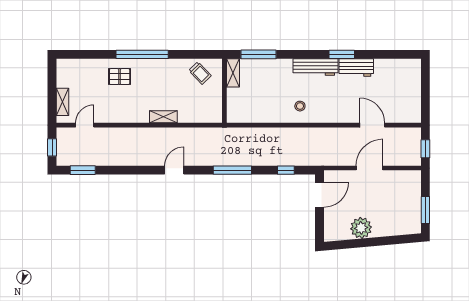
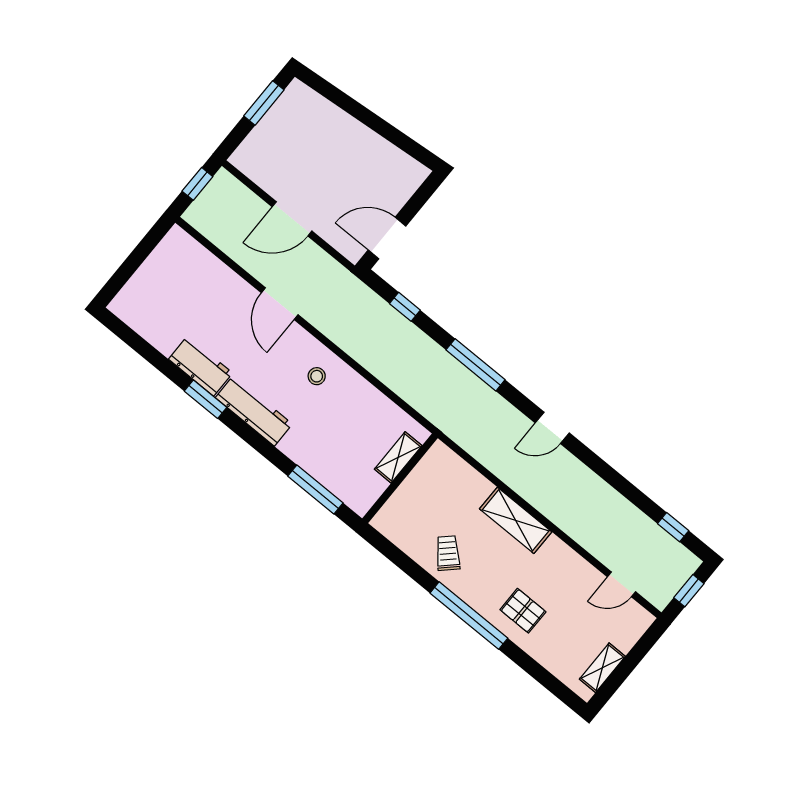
trolley: (200, 73) -> (448, 553), moved
shelving: (233, 73) -> (398, 457), moved
shelving: (62, 102) -> (602, 668), moved
shelving: (163, 117) -> (516, 520), width x1.50, depth x1.33
door: (372, 125) -> (280, 304), moved
window: (83, 170) -> (673, 527), width x0.67
plant: (361, 228) -> (368, 149), removed

